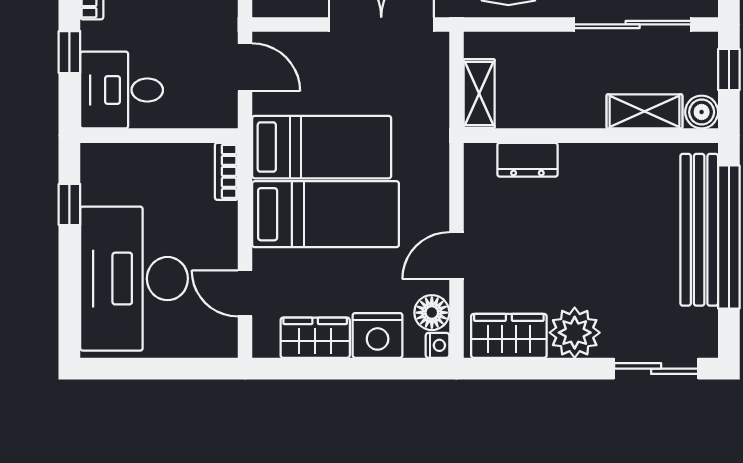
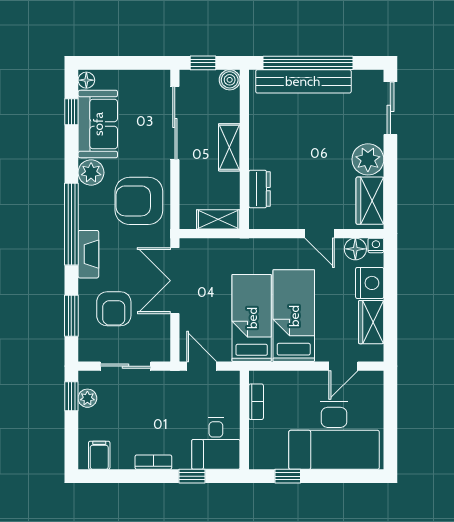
door: (245, 67) -> (202, 366), hinge flipped
shelving: (644, 111) -> (229, 147), moved
bookcase: (226, 171) -> (256, 402), moved, turned -90

